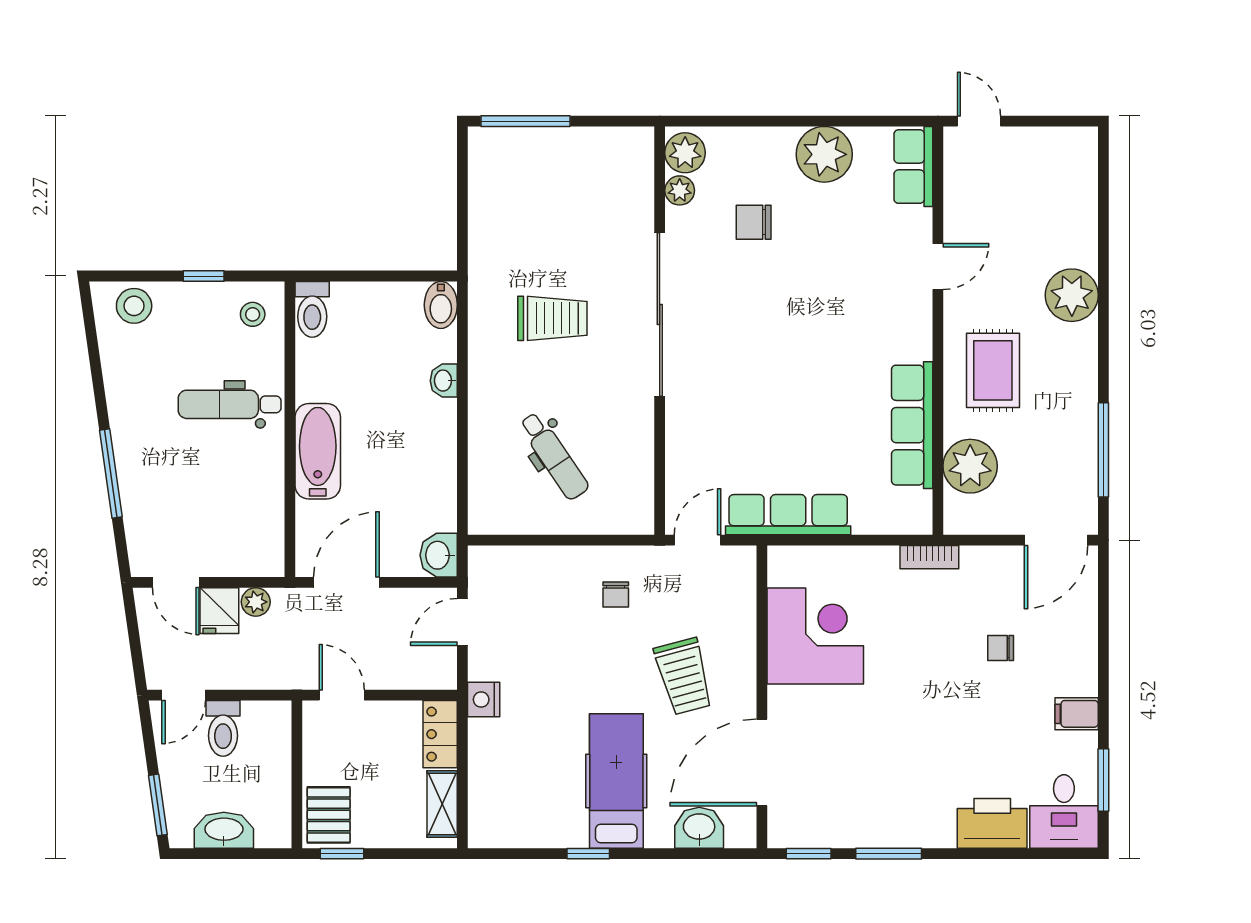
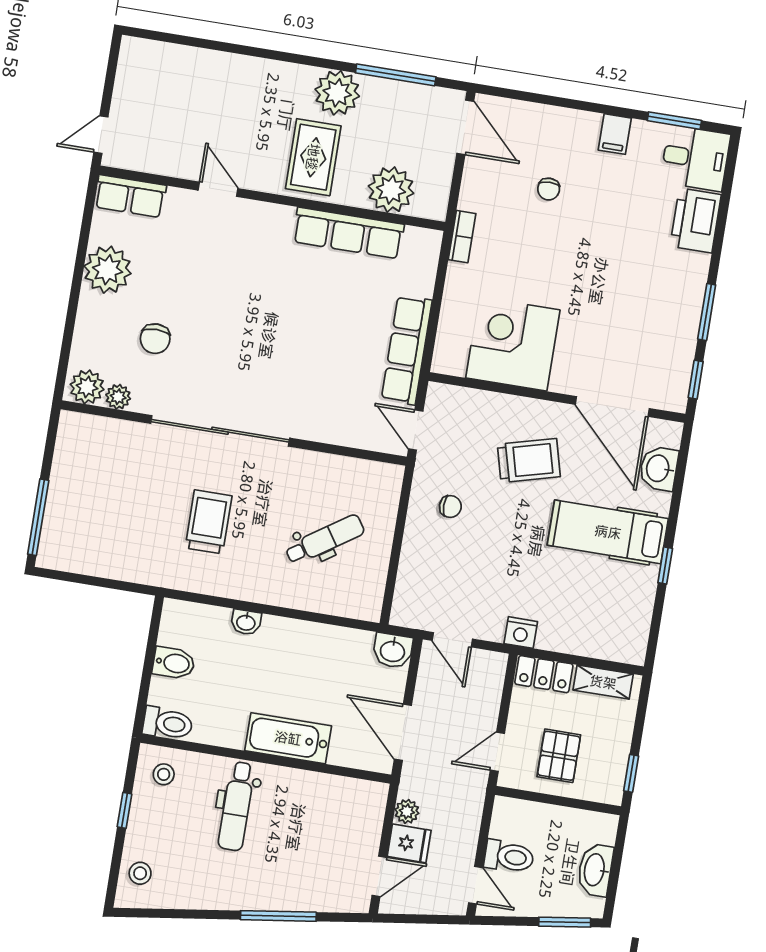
plant: (1072, 295) -> (337, 93), moved
bidet: (441, 305) -> (174, 663), moved
stool: (134, 306) -> (140, 873), width x0.73, depth x0.73
rug: (993, 370) -> (313, 157), turned 90
pallet: (329, 815) -> (559, 756), moved, turned 90

